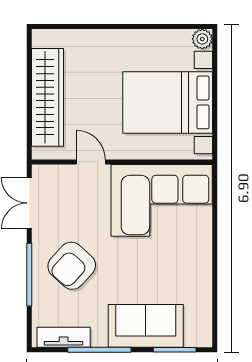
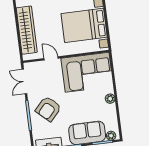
plant: (202, 261) -> (110, 99), added
plant: (195, 338) -> (111, 136), added

